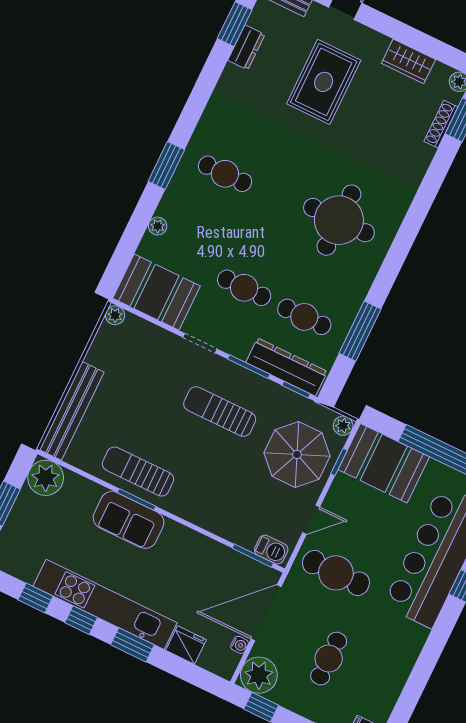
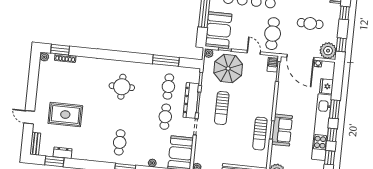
wardrobe: (408, 61) -> (44, 82), removed
round table: (339, 220) -> (122, 87), width x0.73, depth x0.73
dresser: (287, 367) -> (191, 100), moved

